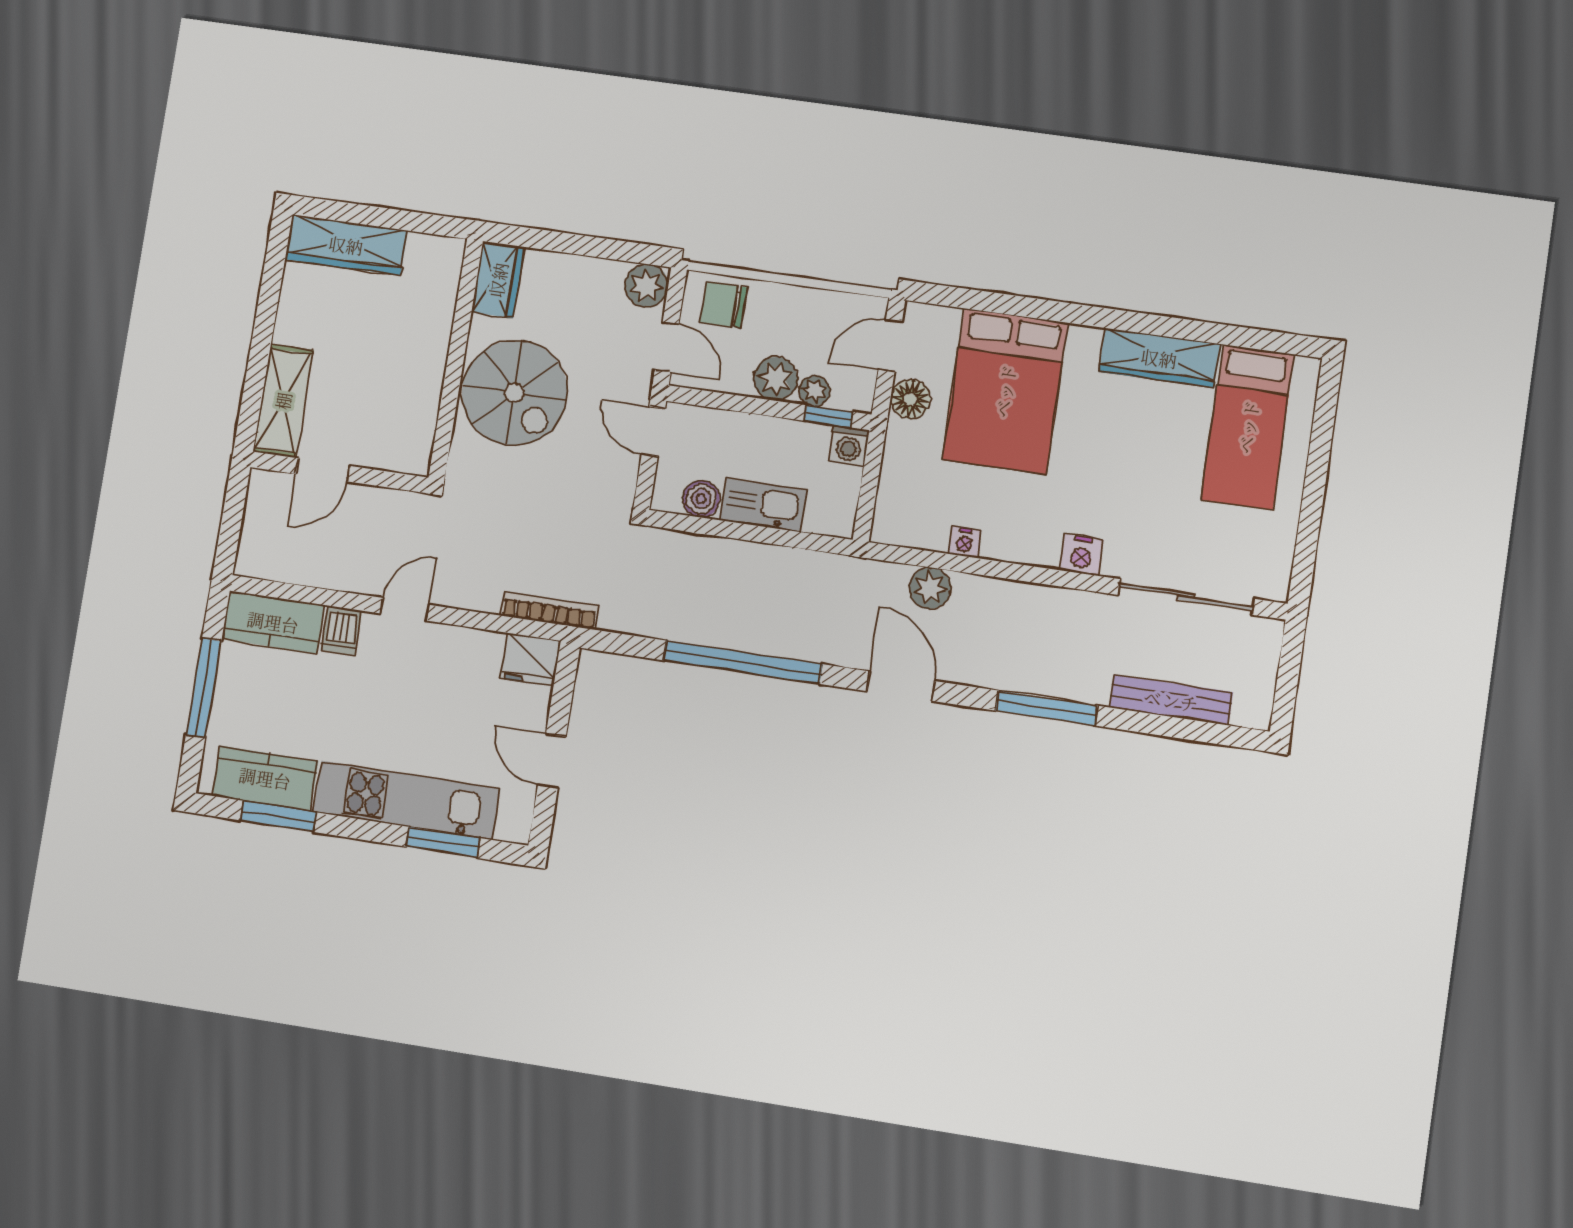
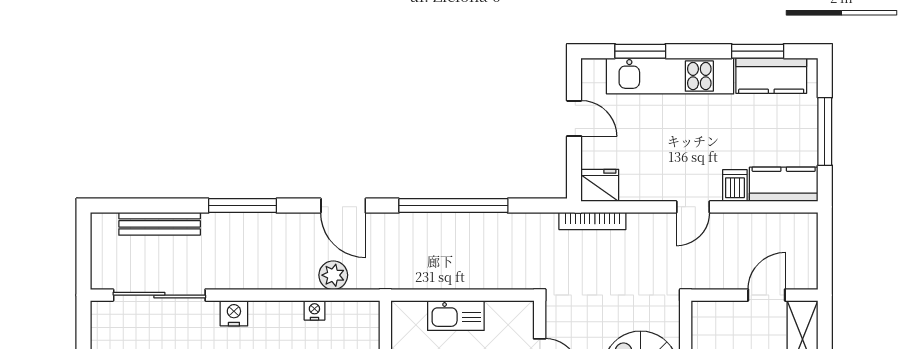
boiler: (701, 499) -> (499, 313), removed

